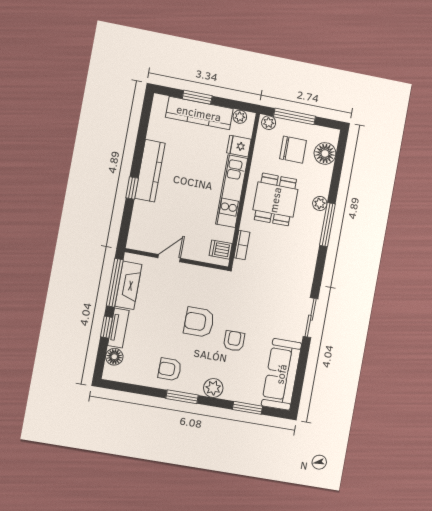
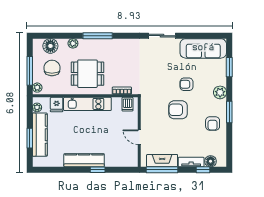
plant: (320, 203) -> (73, 43), moved
armchair: (199, 322) -> (178, 110), turned 90
window: (107, 327) -> (203, 170), moved

